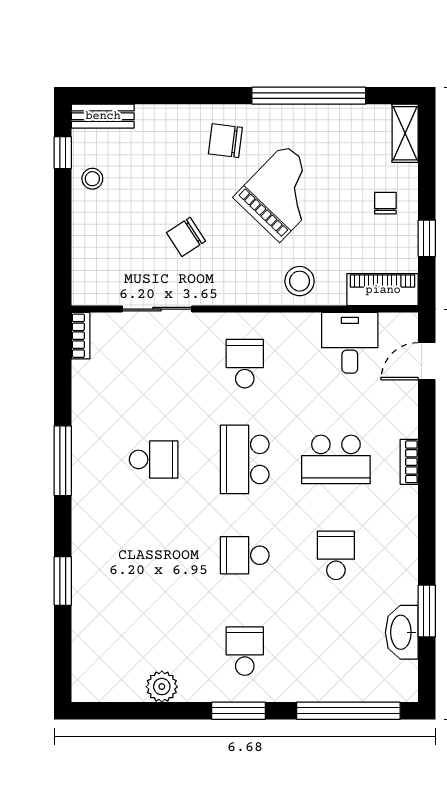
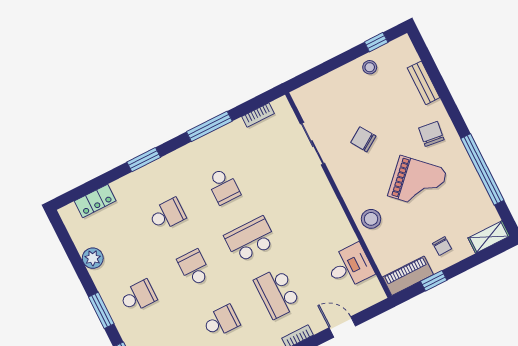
bench: (103, 116) -> (424, 83), moved
chair: (385, 203) -> (442, 246), turned 88
piano: (383, 290) -> (408, 276), moved, turned -90
bookcase: (81, 336) -> (258, 115), moved
door: (427, 361) -> (342, 327), moved
school desk: (245, 364) -> (167, 215), moved
window: (63, 461) -> (209, 126), moved
window: (63, 581) -> (144, 160), moved
locker: (86, 644) -> (95, 201), added

